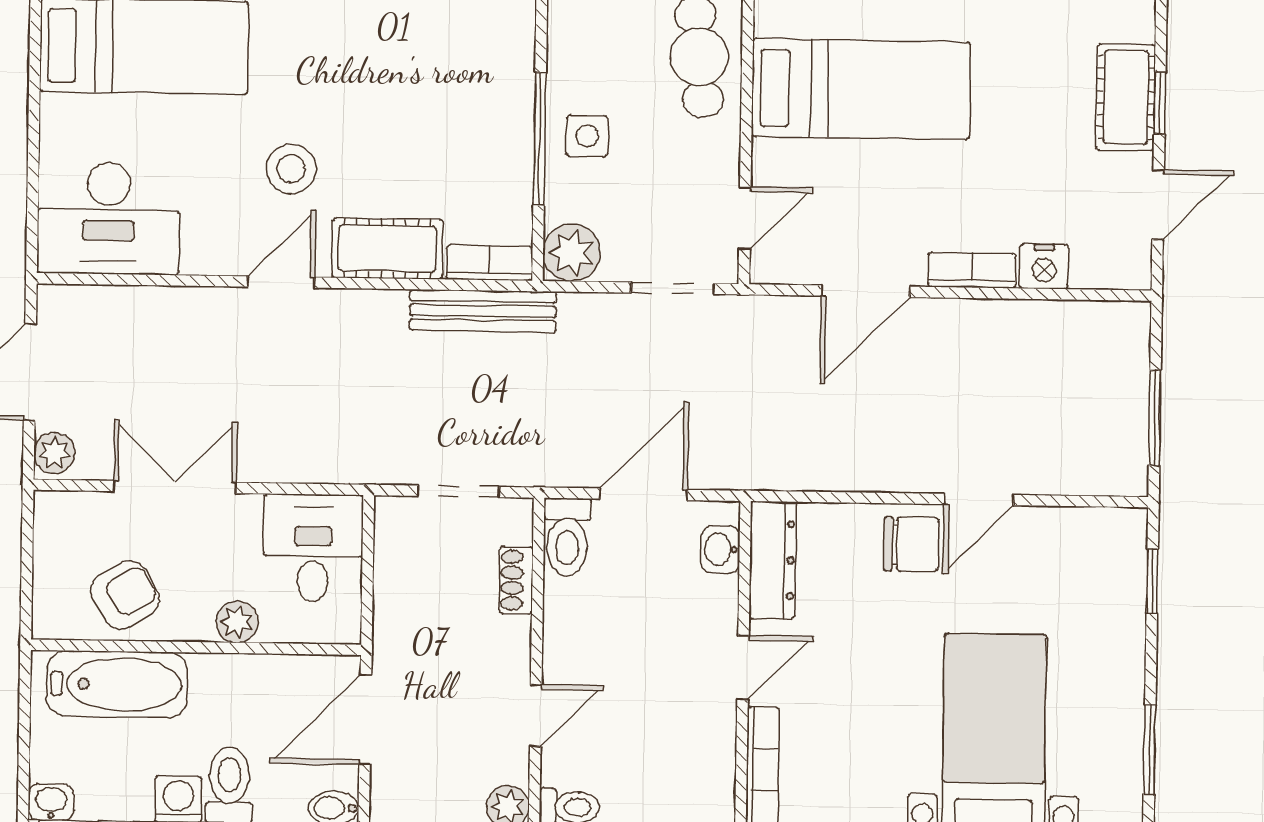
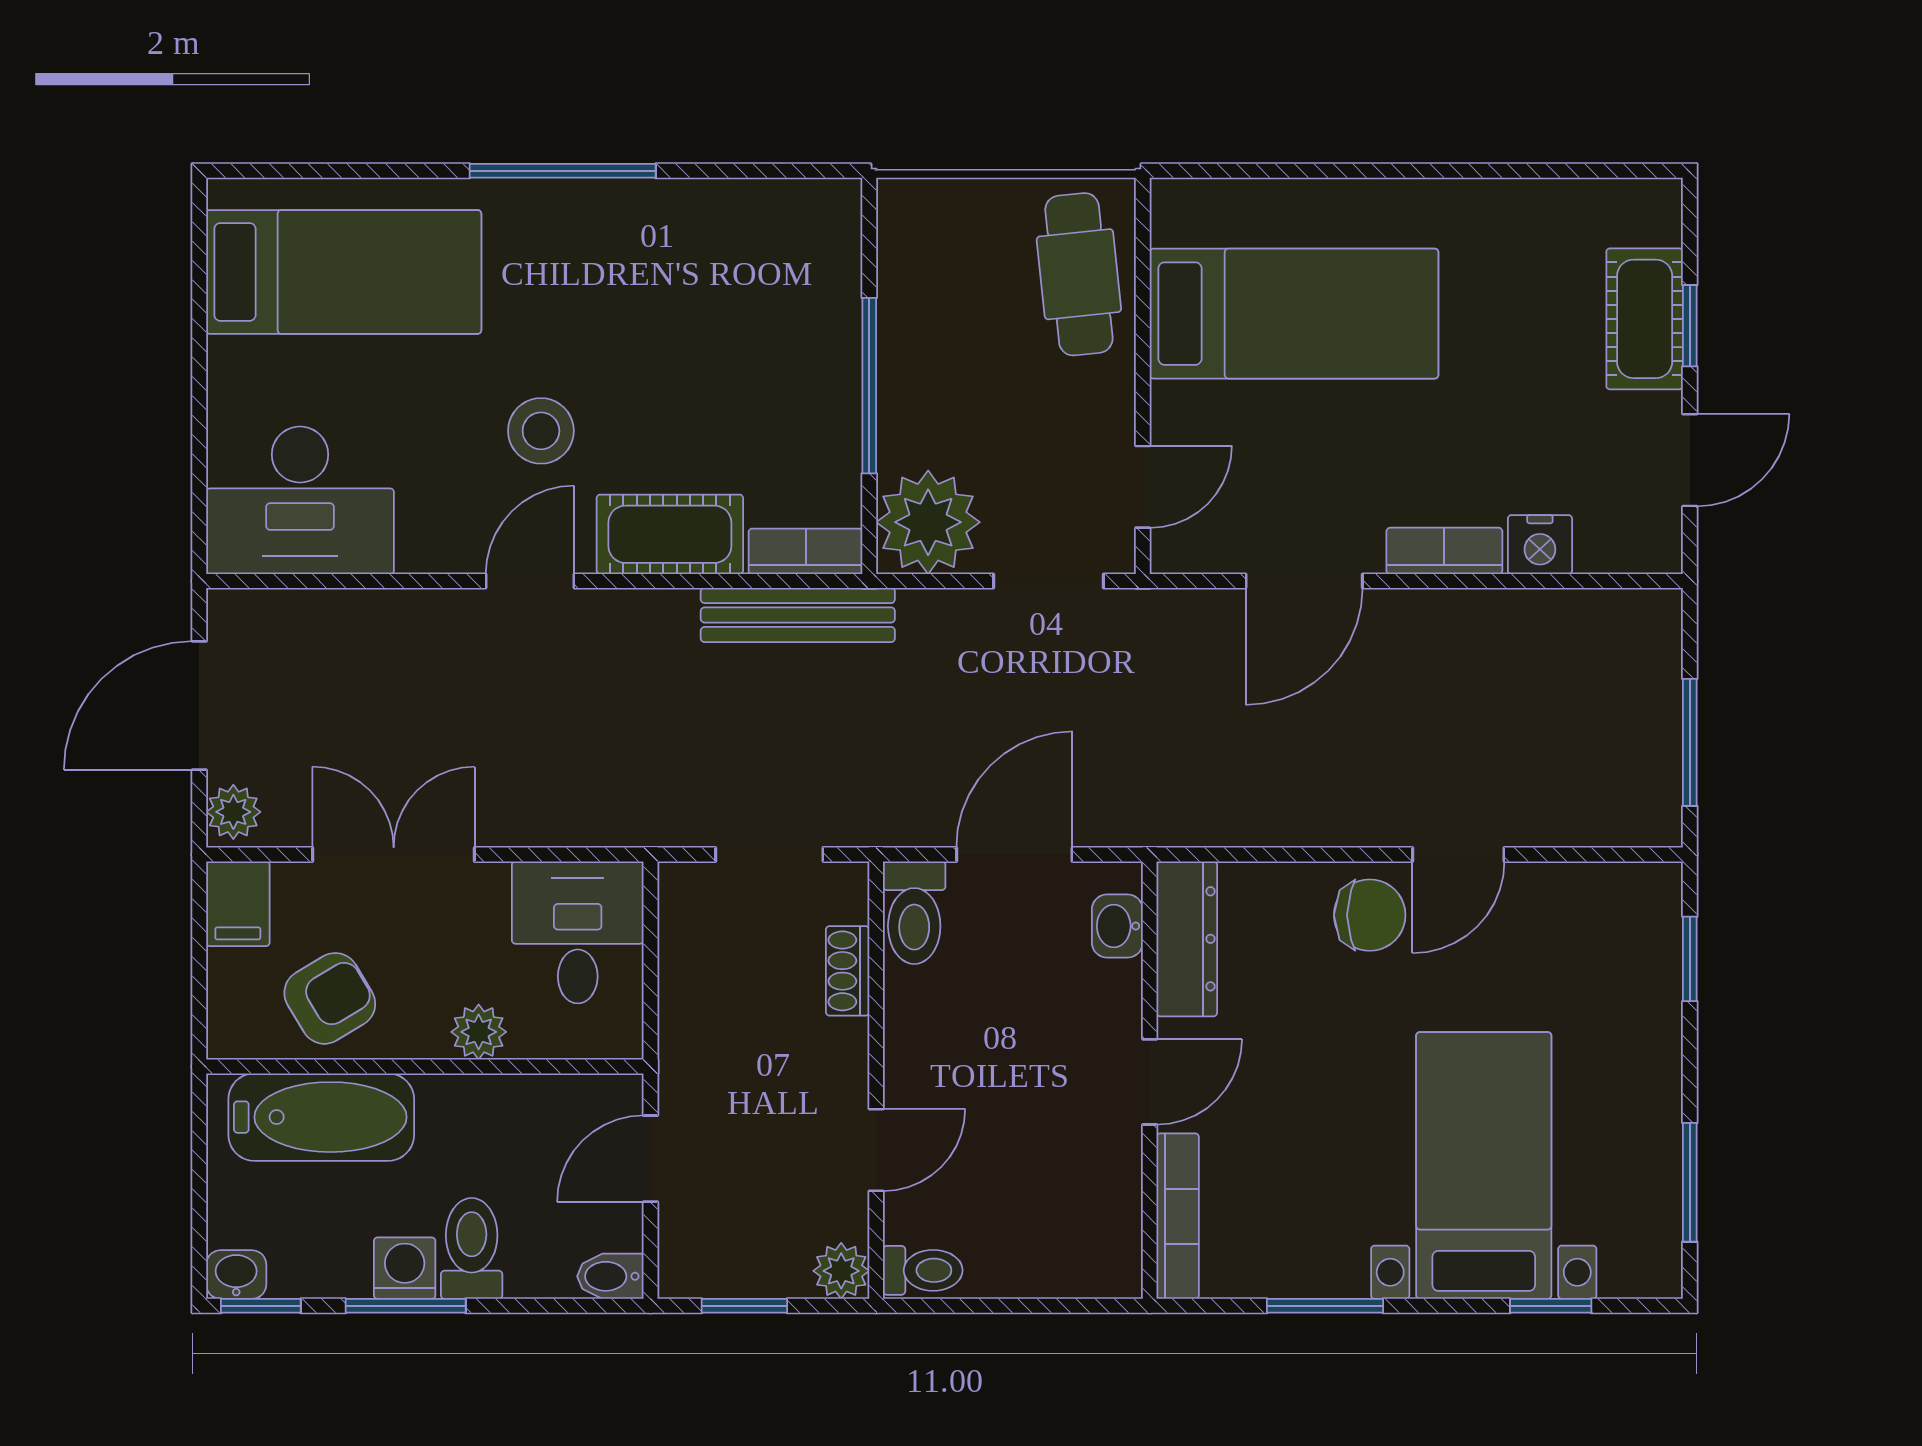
side table: (587, 136) -> (932, 381), removed
plant: (572, 253) -> (928, 522), width x1.36, depth x1.36
filing cabinet: (57, 522) -> (238, 904), added
door: (365, 720) -> (650, 1159), width x0.73

